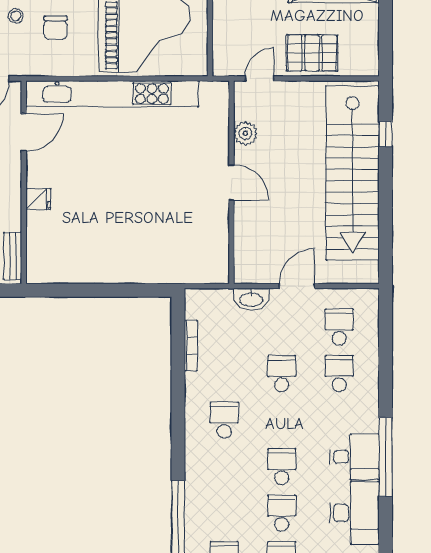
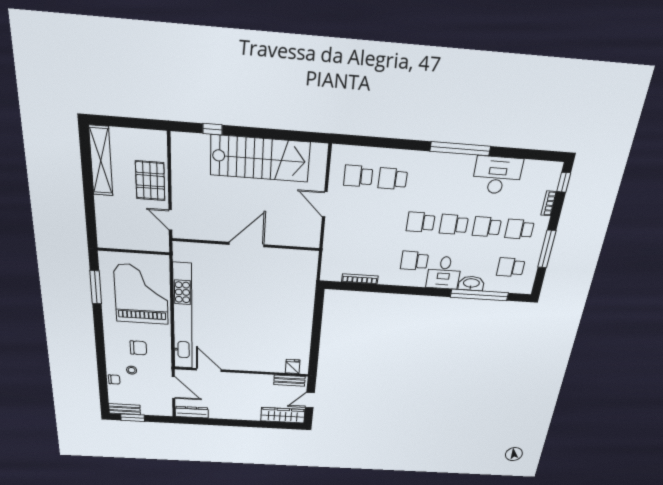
plant: (245, 133) -> (211, 233), removed
stairs: (352, 173) -> (260, 159), width x0.73
door: (231, 183) -> (247, 245), width x1.36
fridge: (38, 199) -> (293, 366), moved
washbasin: (251, 299) -> (471, 283), moved, turned -90
school desk: (282, 374) -> (421, 222), moved
desk: (354, 457) -> (444, 273), moved, turned 180

